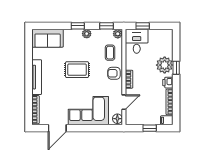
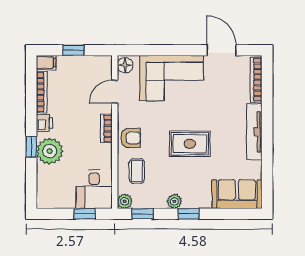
door: (57, 128) -> (222, 50), hinge flipped

